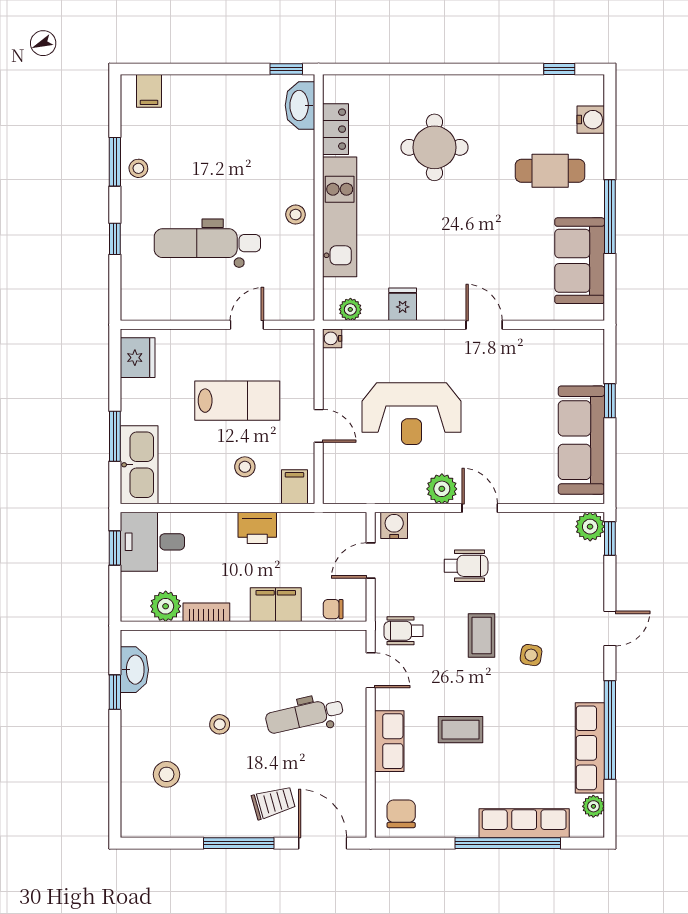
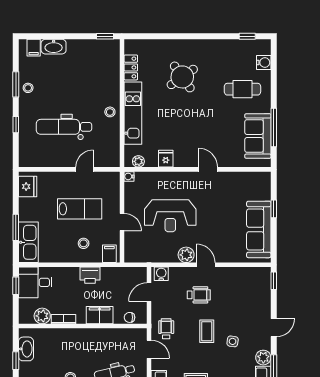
washbasin: (300, 105) -> (54, 47), moved, turned -90
round table: (434, 147) -> (182, 77), turned -35
window: (610, 217) -> (274, 127), moved
plant: (590, 527) -> (263, 358), moved
wheelchair: (404, 631) -> (166, 329), turned 90

